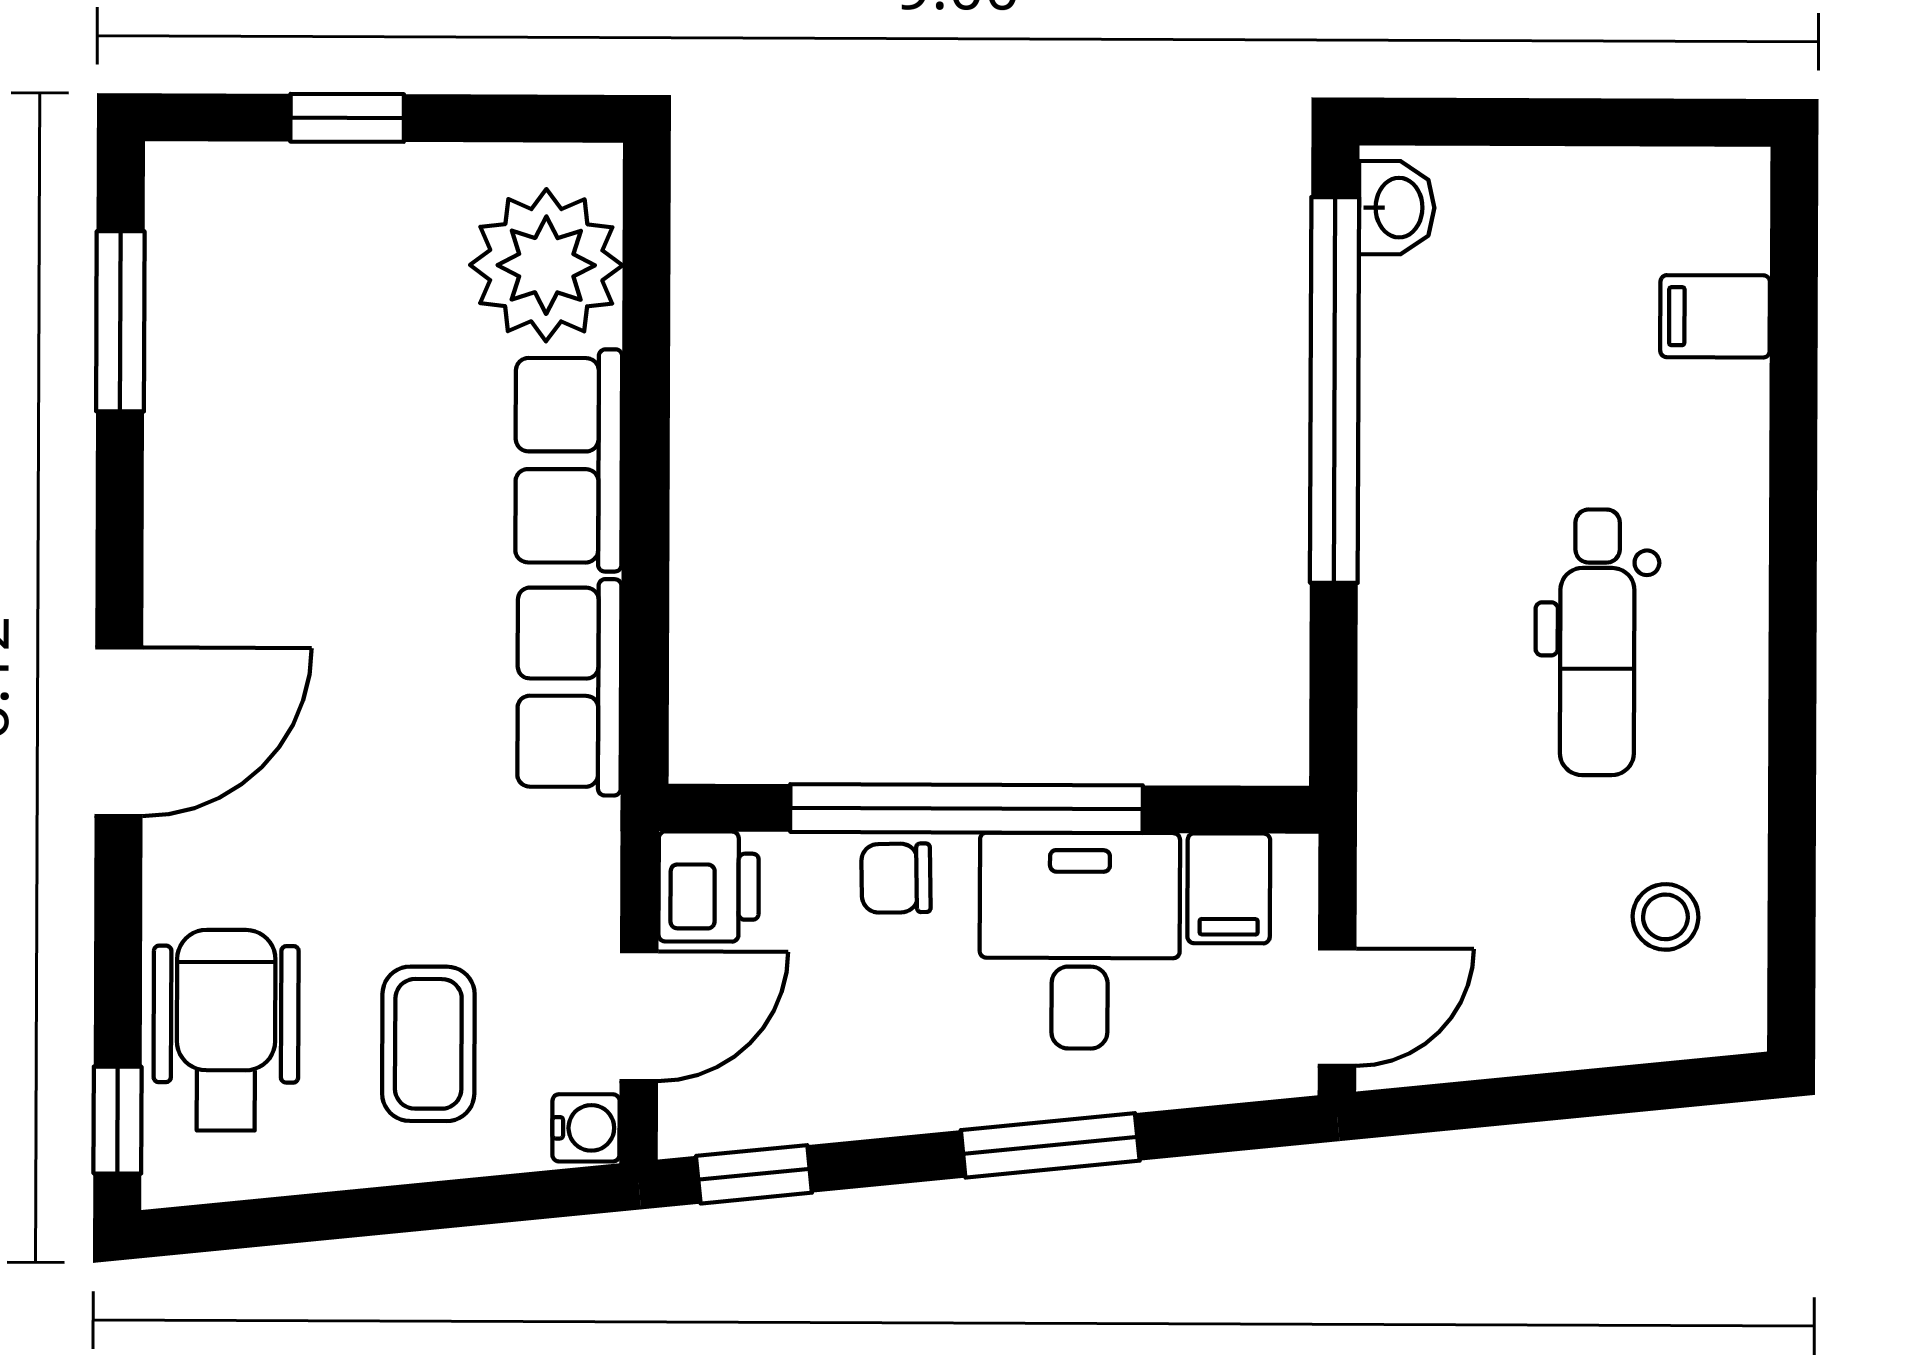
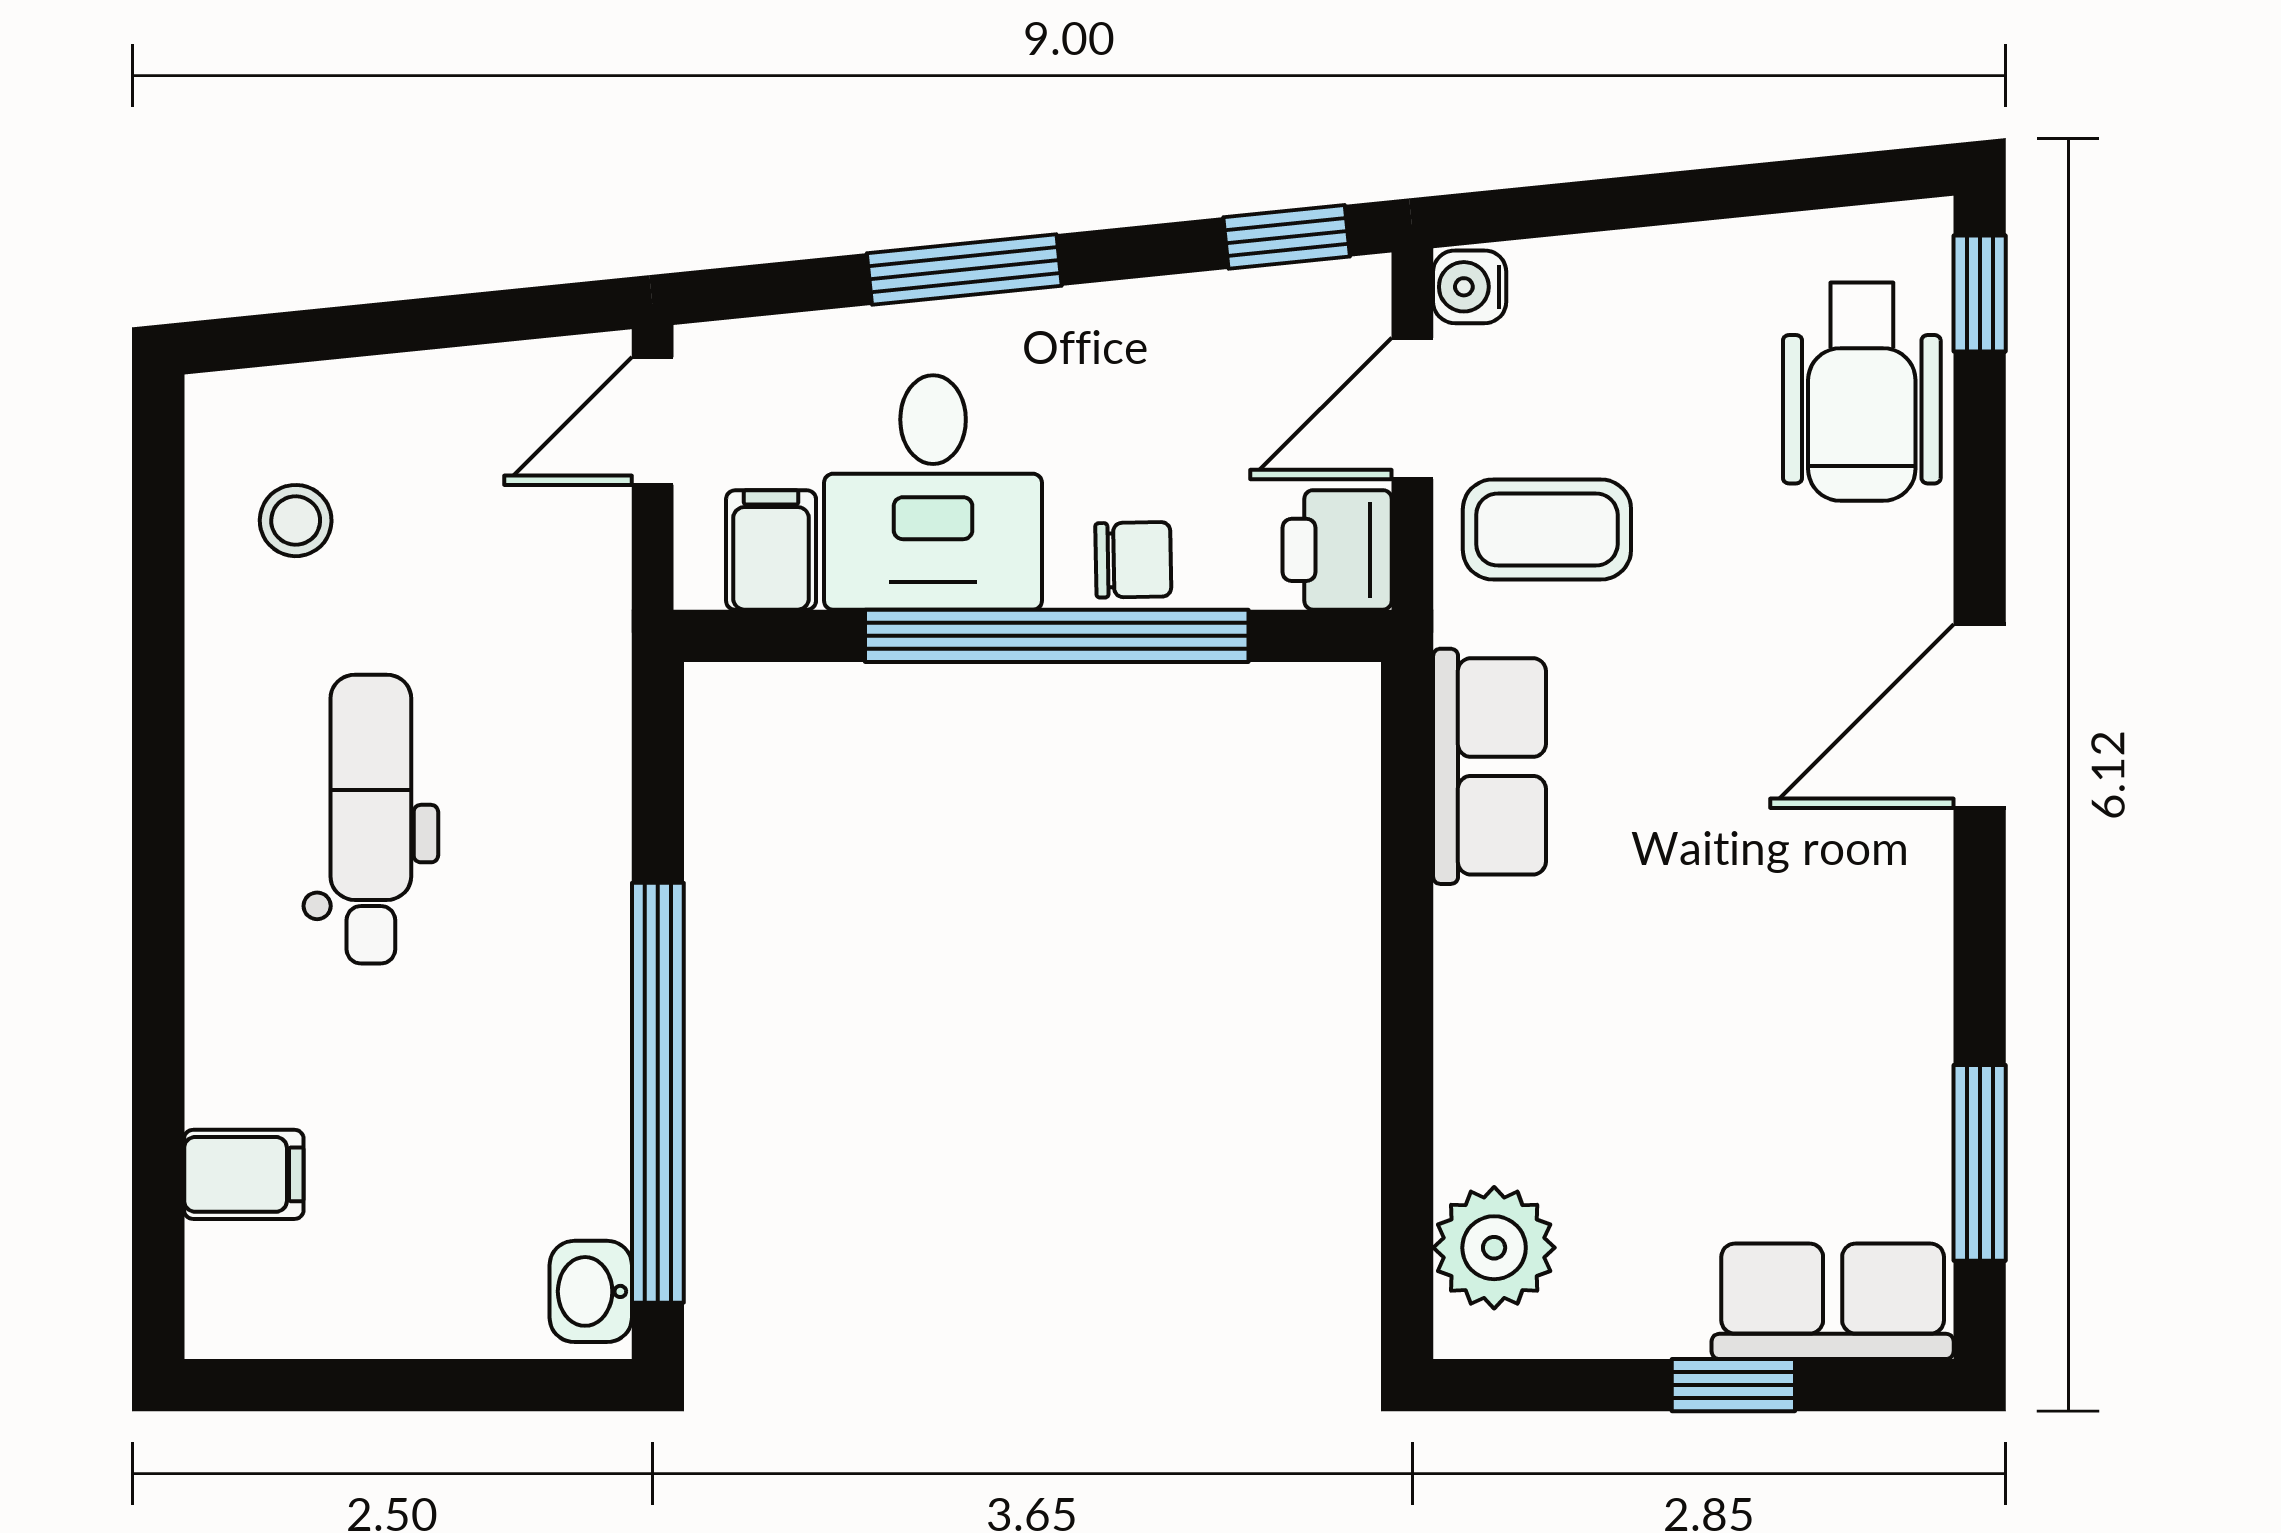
plant: (546, 265) -> (1494, 1248), width x0.73, depth x0.73
row of seats: (569, 460) -> (1833, 1301), moved, turned -90
coffee table: (428, 1044) -> (1547, 529), moved, turned 90

